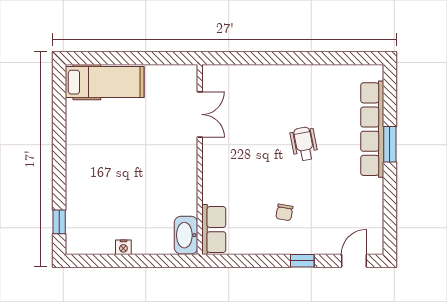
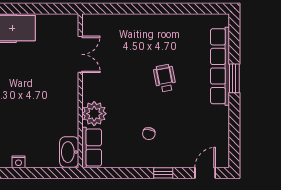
plant: (217, 188) -> (94, 114), added

